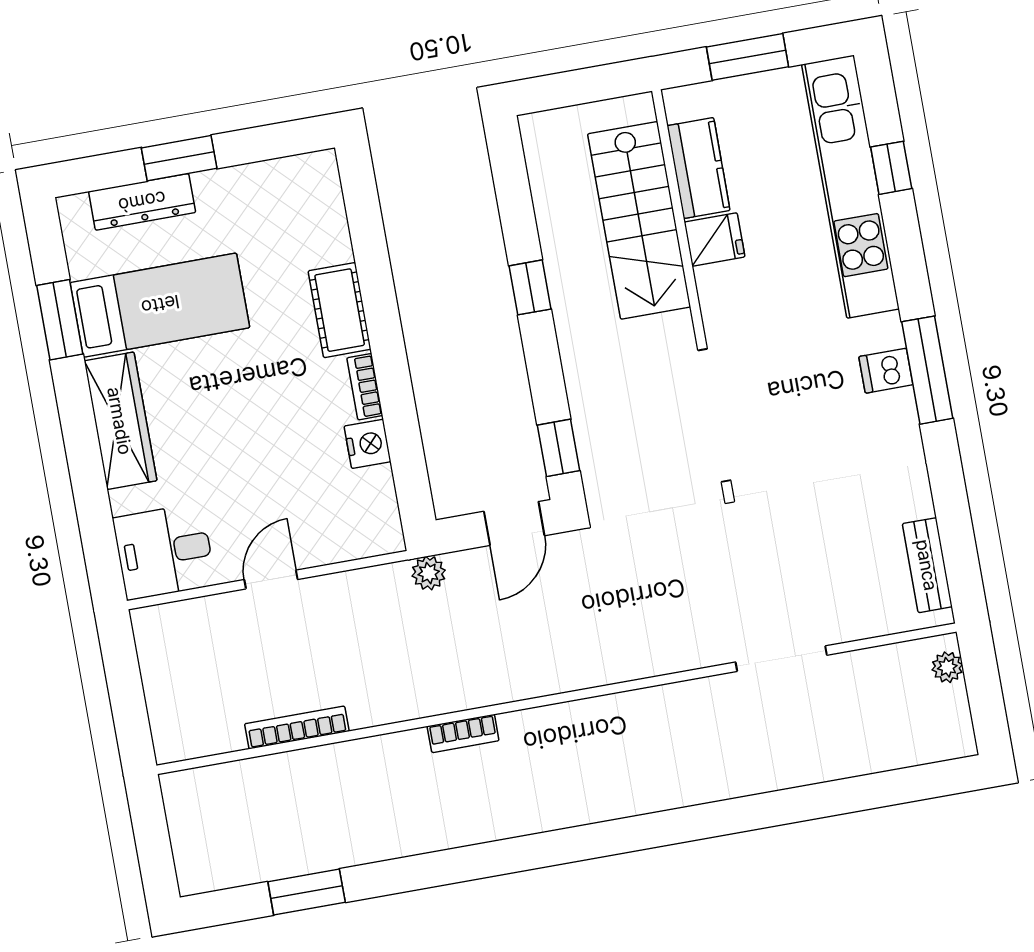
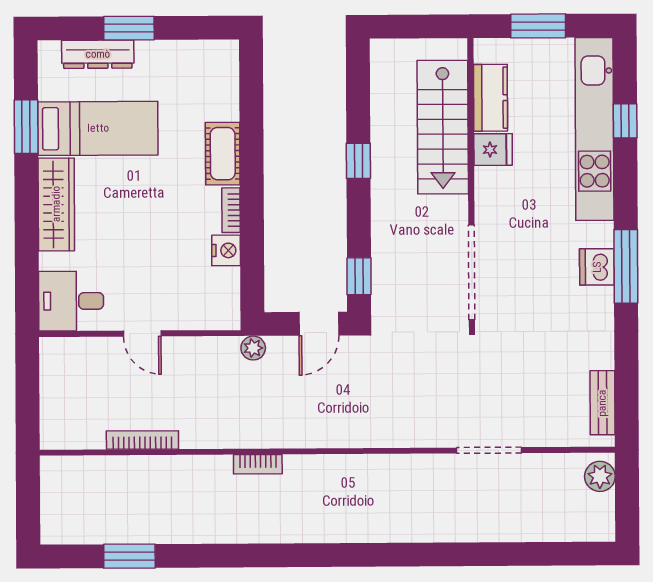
dishwasher: (886, 371) -> (597, 267), width x1.38
door: (271, 580) -> (142, 334), swing flipped
plant: (947, 667) -> (600, 476), width x1.38, depth x1.38

